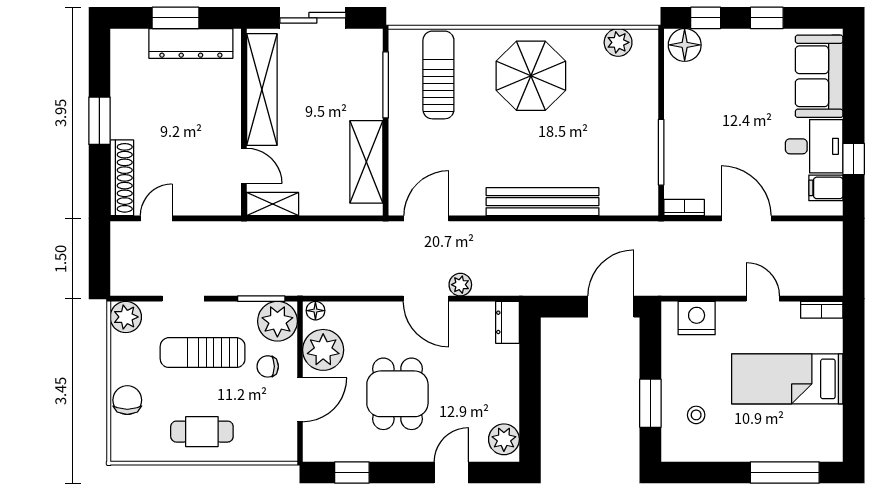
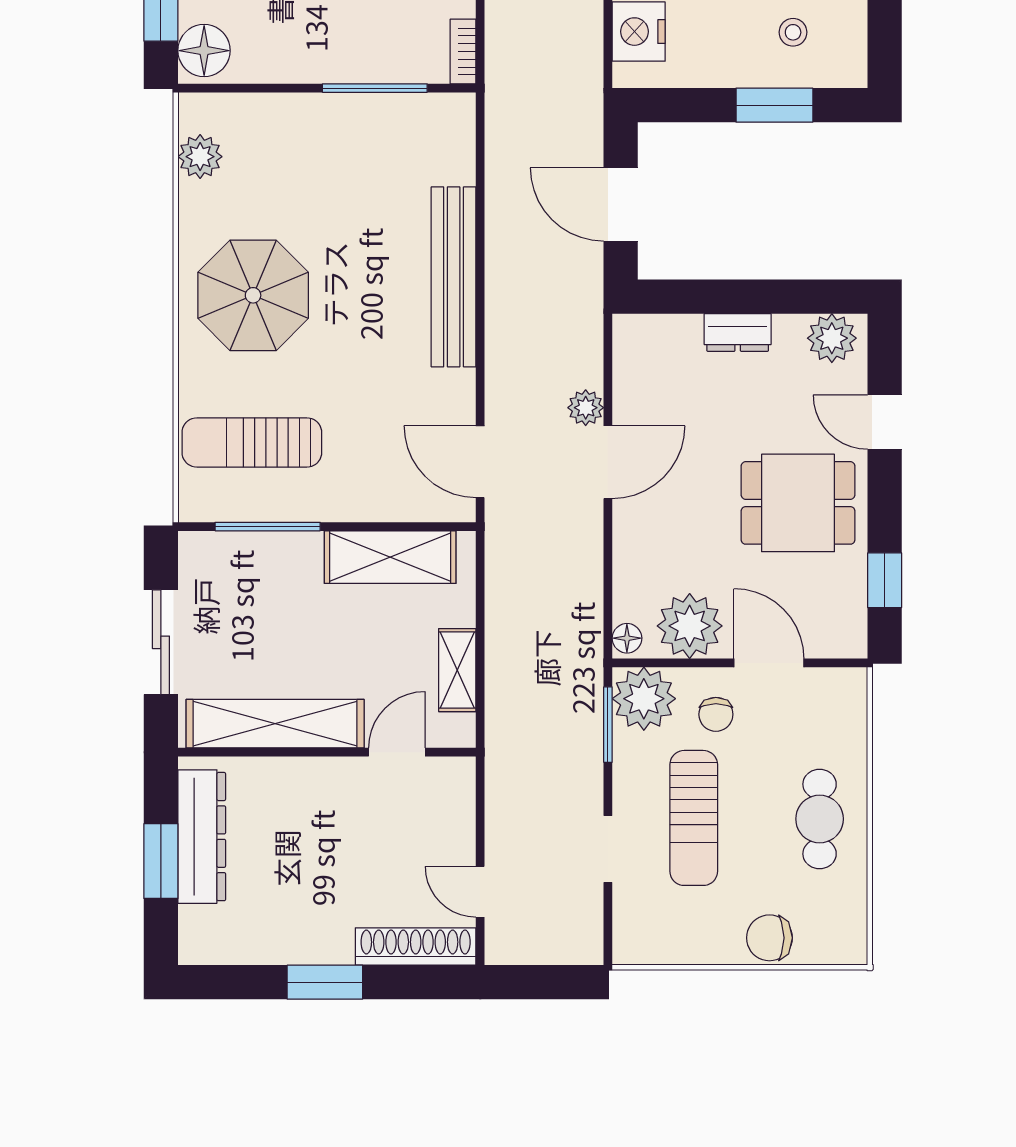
shelving: (273, 204) -> (457, 670), moved
door: (611, 307) -> (621, 204), moved
plant: (126, 317) -> (637, 940), removed
dresser: (508, 322) -> (738, 333), moved
dining table: (397, 394) -> (798, 503), moved

